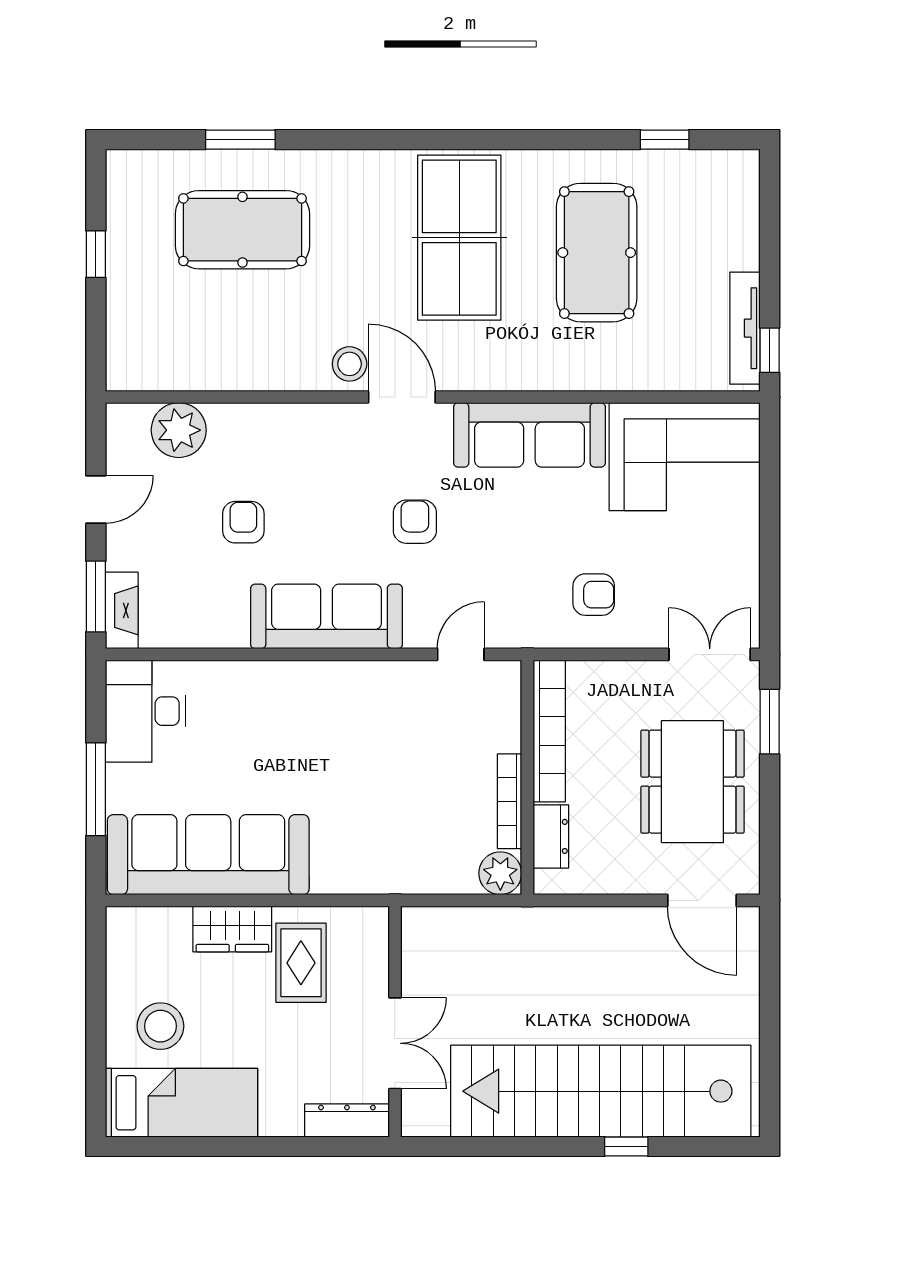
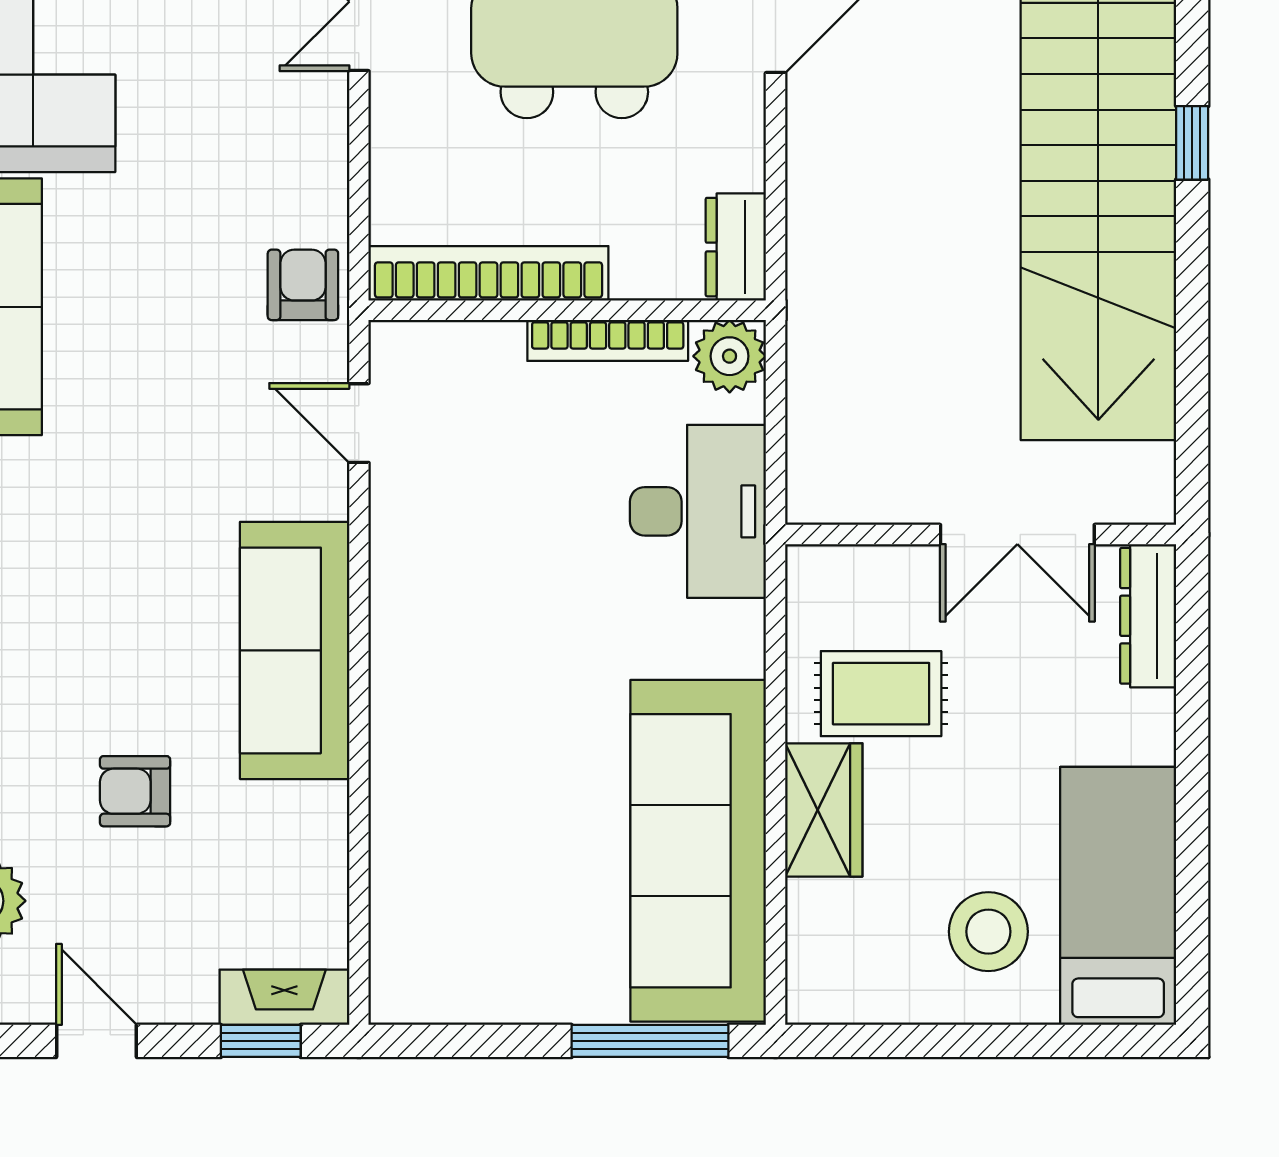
armchair: (415, 522) -> (134, 501), removed
armchair: (594, 595) -> (303, 285), moved
window: (96, 596) -> (261, 1041), width x0.67
desk: (146, 711) -> (698, 511), moved, turned -90
window: (96, 789) -> (650, 1041), moved
dresser: (551, 836) -> (736, 247), moved, turned -90
double door: (395, 1043) -> (1017, 535), swing flipped

